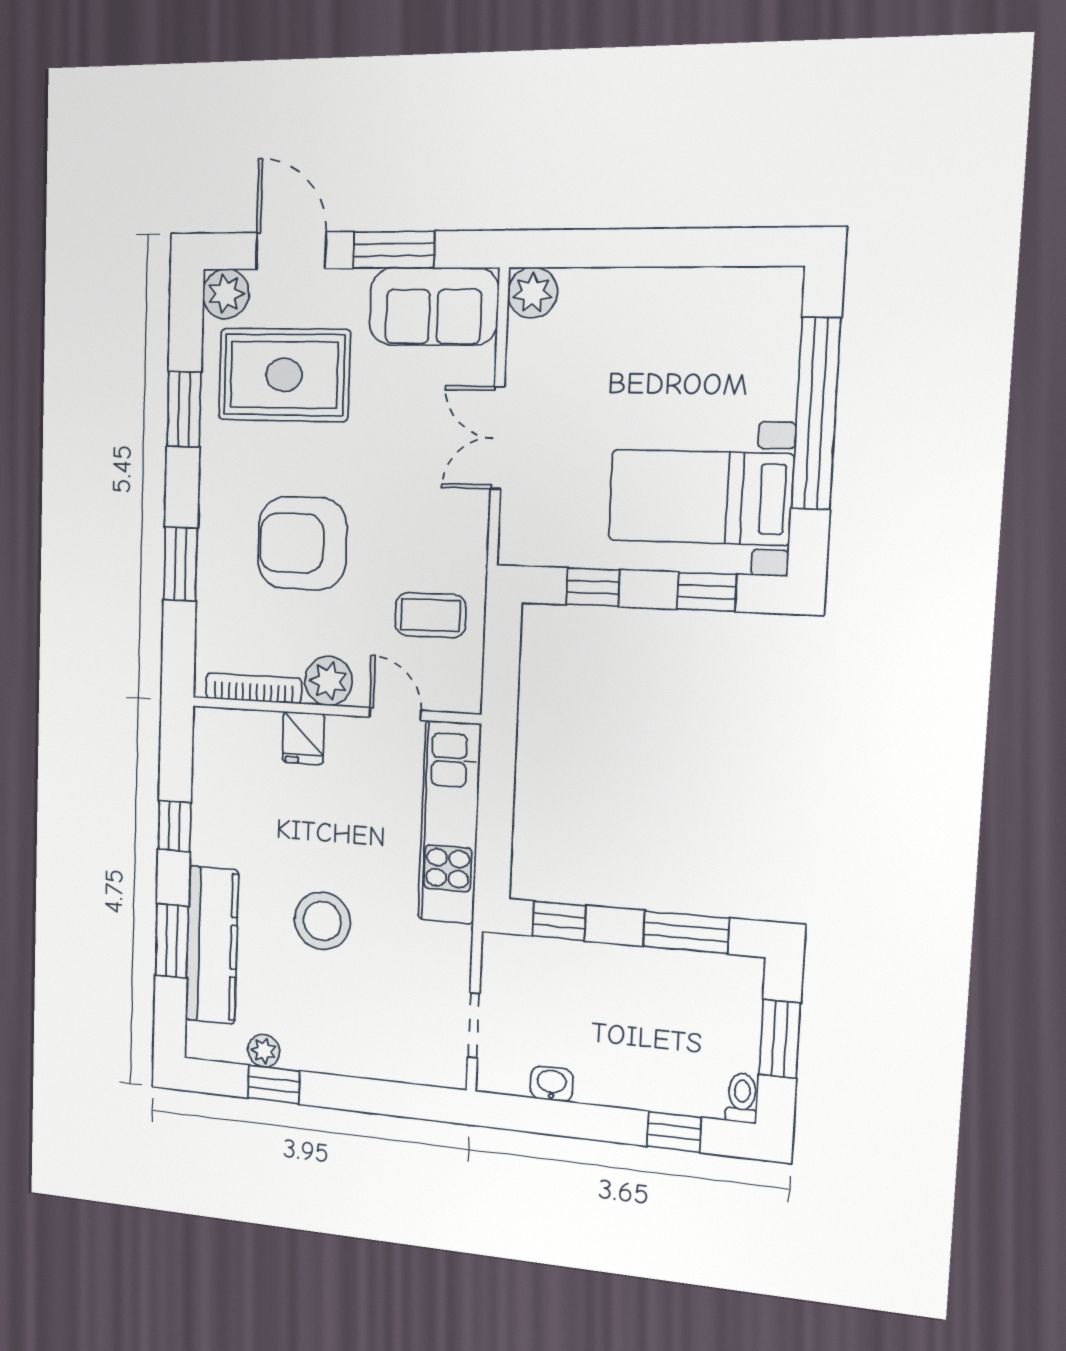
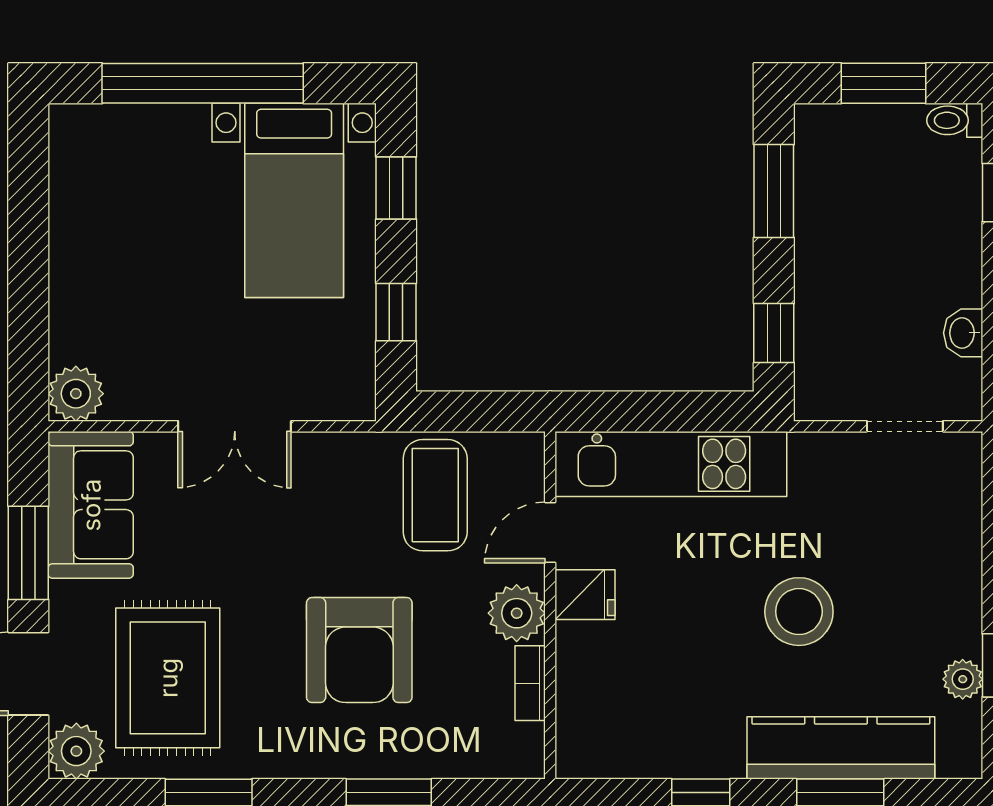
coffee table: (431, 615) -> (435, 495), width x1.36, depth x1.30
bookcase: (254, 688) -> (530, 683), width x0.64
fridge: (303, 738) -> (585, 595), moved

